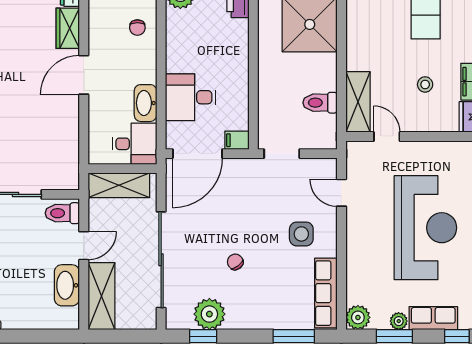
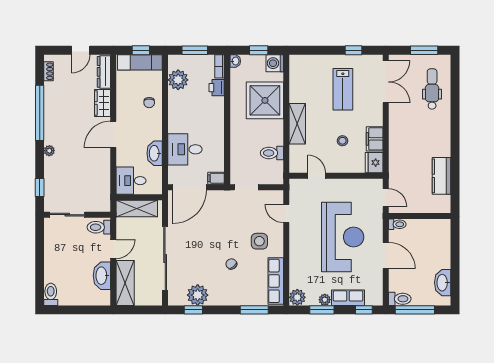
shelving: (358, 102) -> (297, 124), moved
desk: (135, 144) -> (131, 181), moved, turned 180
chair: (235, 262) -> (231, 264), moved

